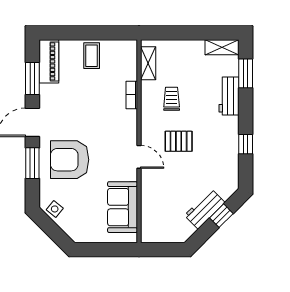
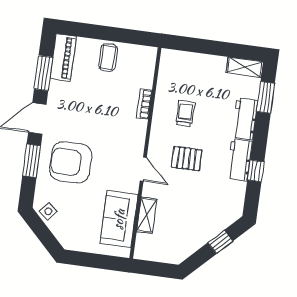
shelving: (148, 63) -> (147, 215), moved
workbench: (205, 209) -> (240, 160), moved, turned -45

